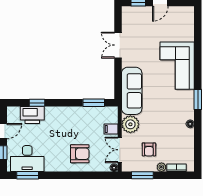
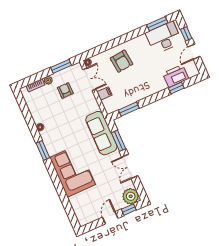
double door: (118, 45) -> (130, 166), swing flipped
window: (118, 76) -> (118, 141), added
plant: (130, 124) -> (131, 196), moved
armchair: (80, 154) -> (122, 61), turned -96

